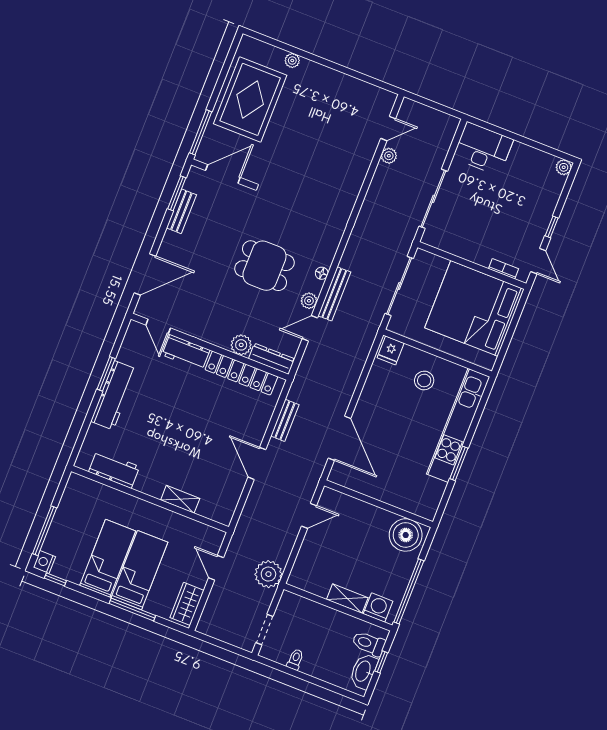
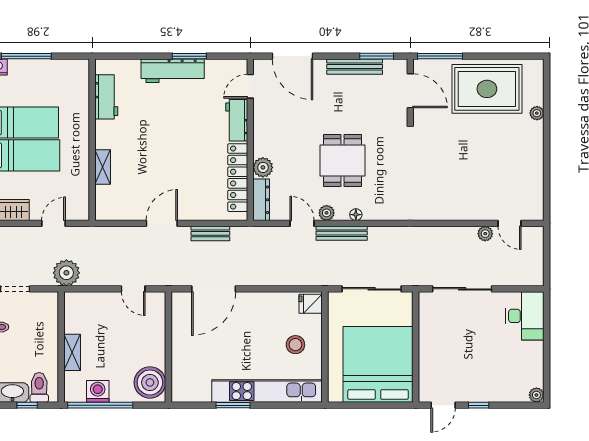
bench: (181, 211) -> (355, 67), width x1.36
bookcase: (503, 269) -> (424, 377), removed
washing machine: (378, 608) -> (98, 391), moved, turned -90

